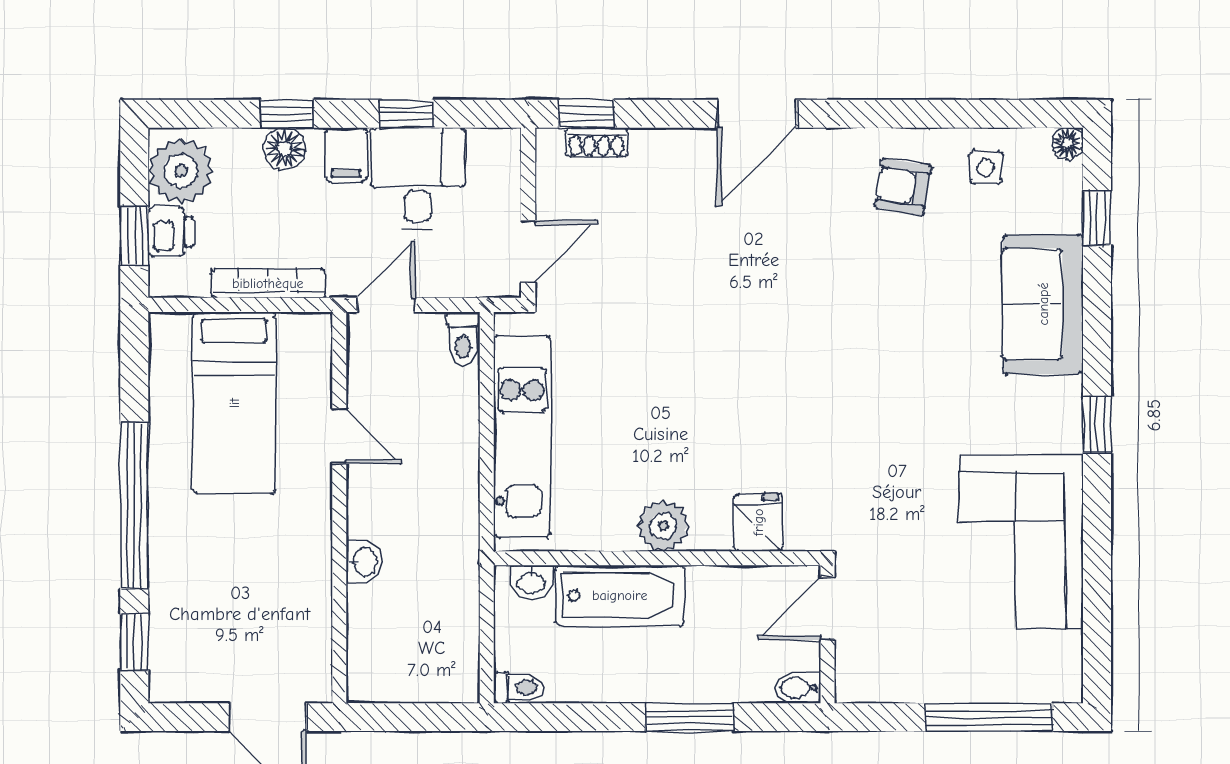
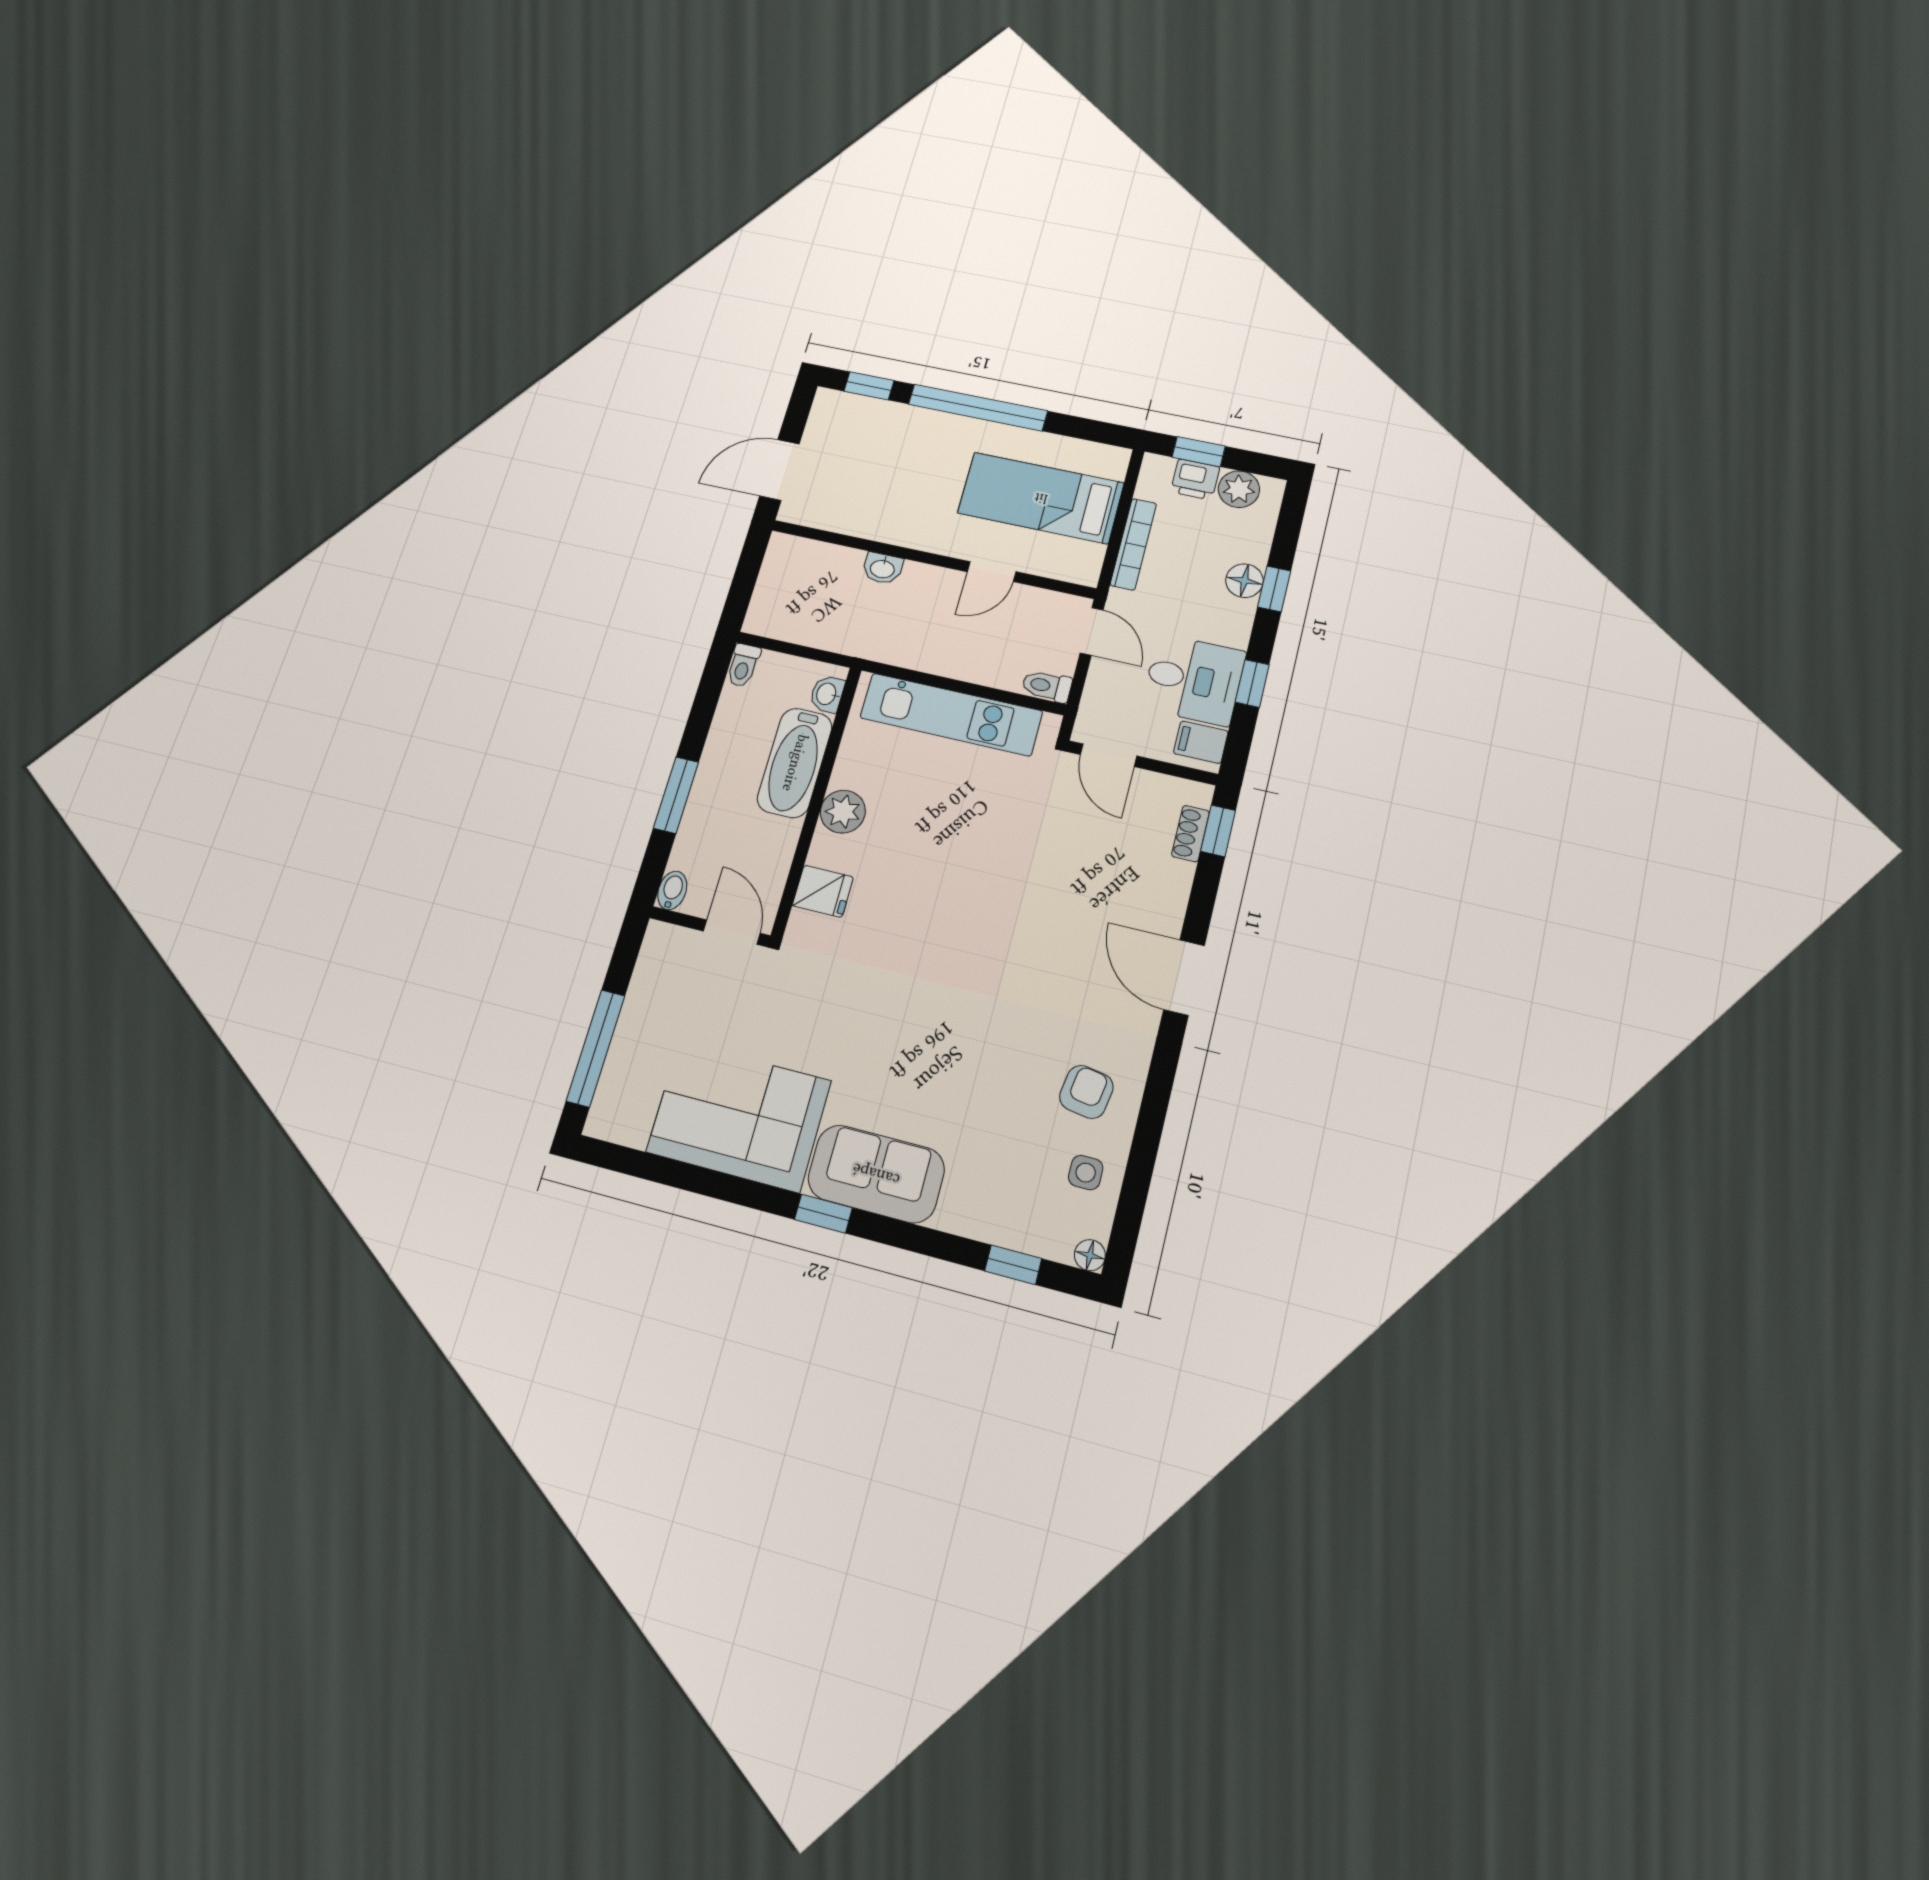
filing cabinet: (346, 155) -> (1201, 742), moved
plant: (181, 171) -> (1239, 489), width x0.73, depth x0.73
sofa: (1043, 304) -> (876, 1174), moved

